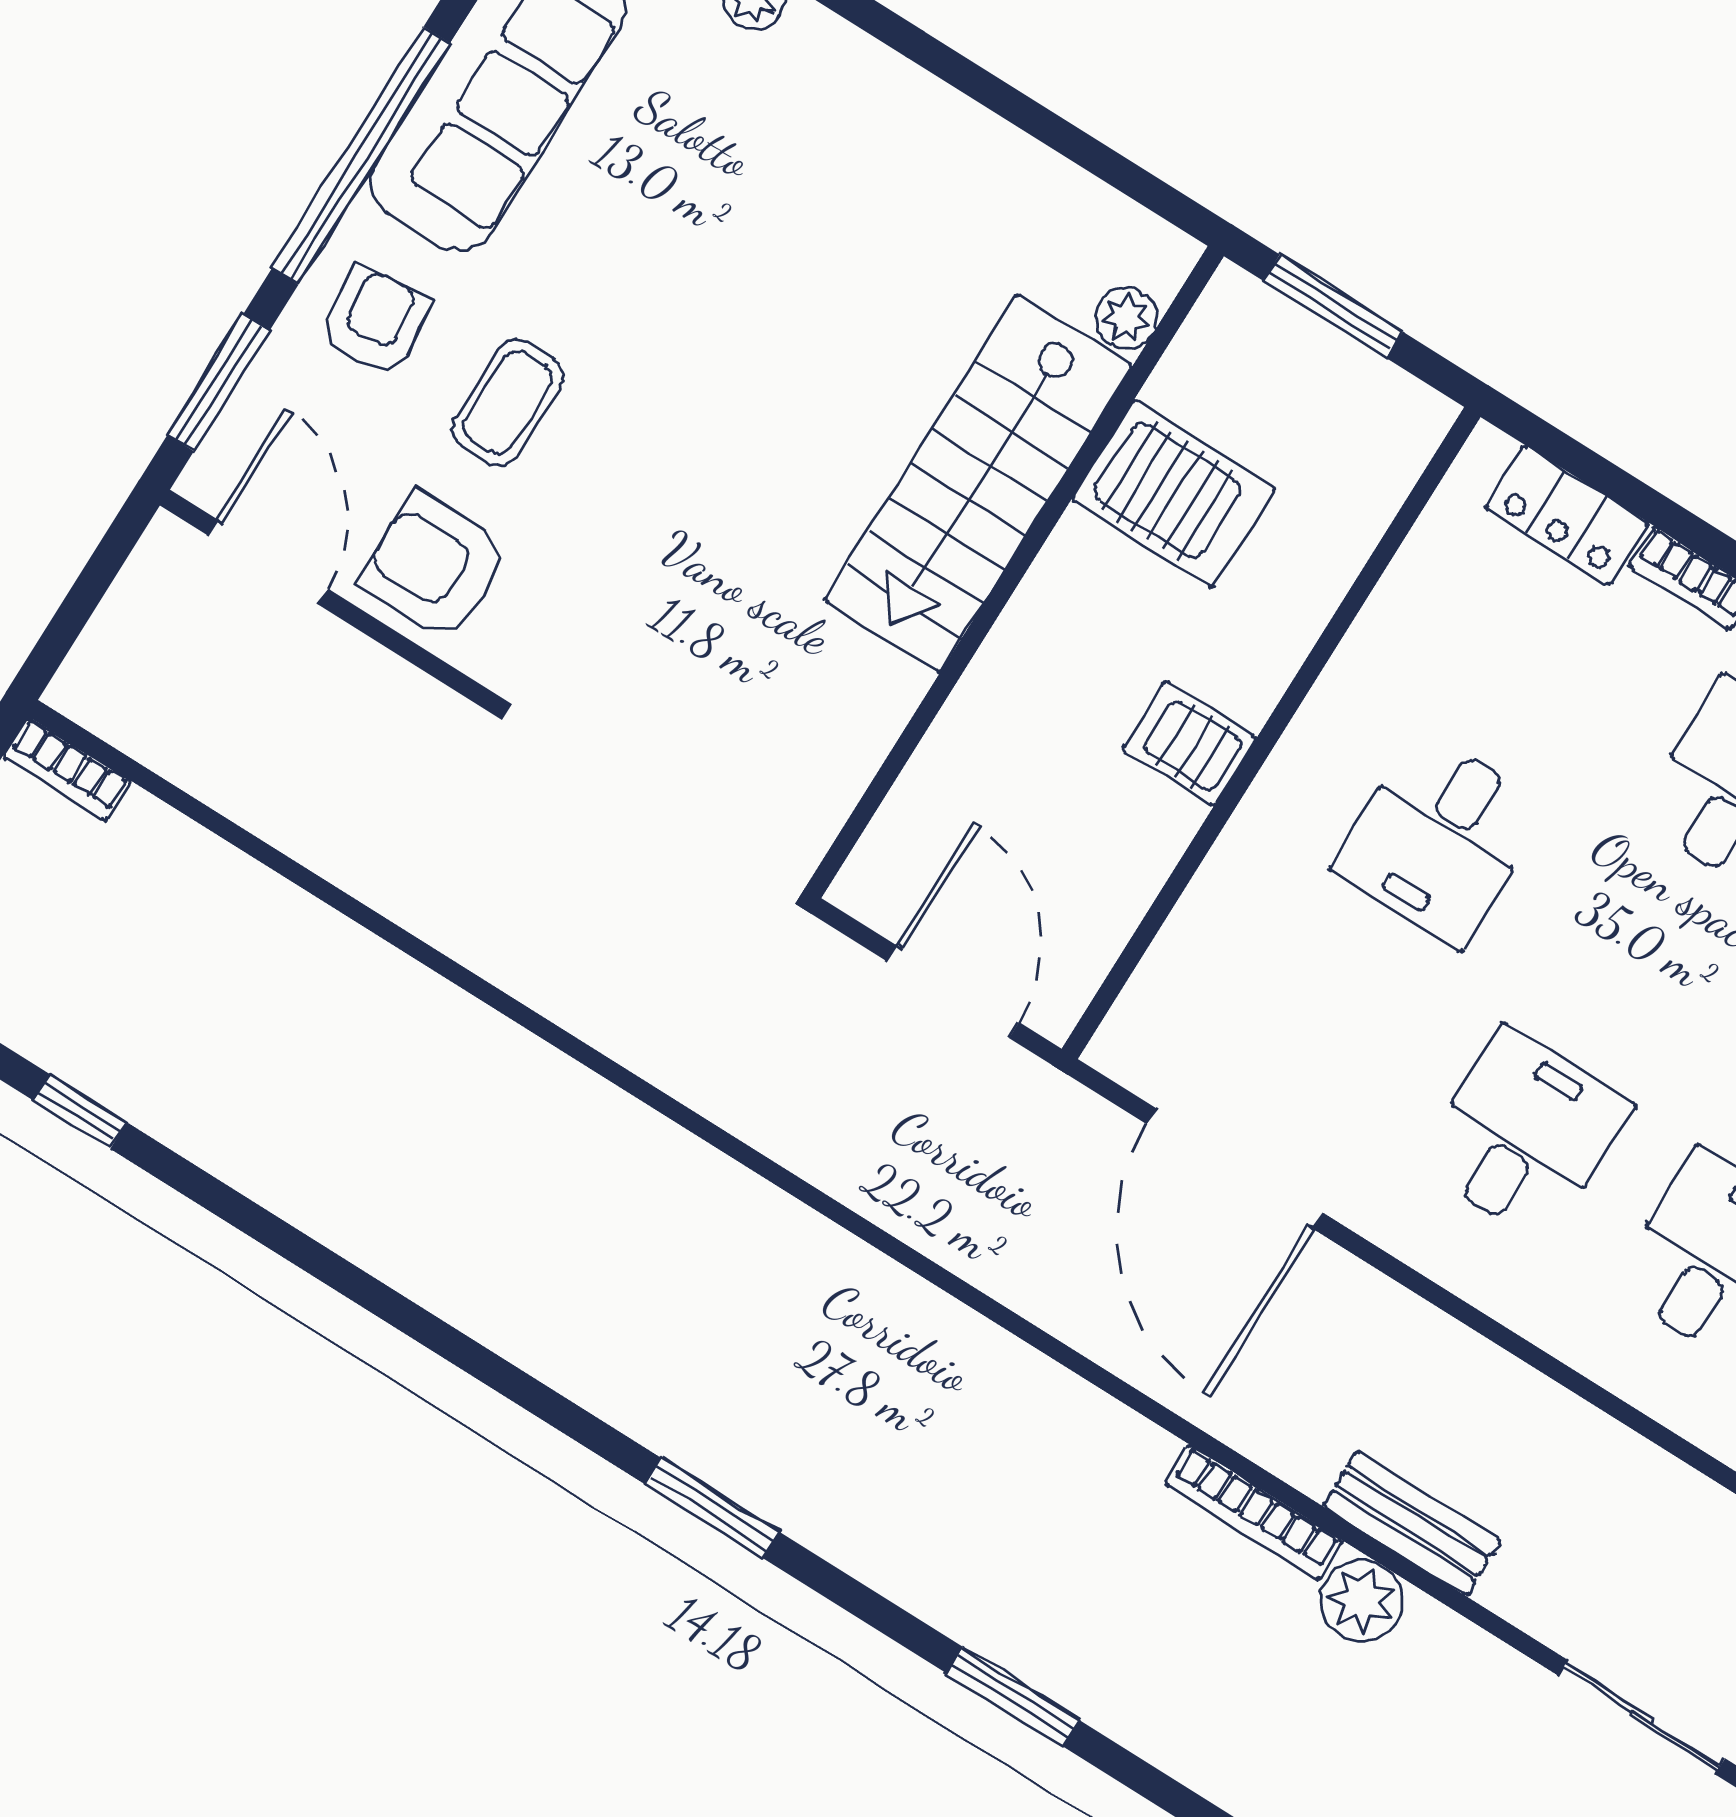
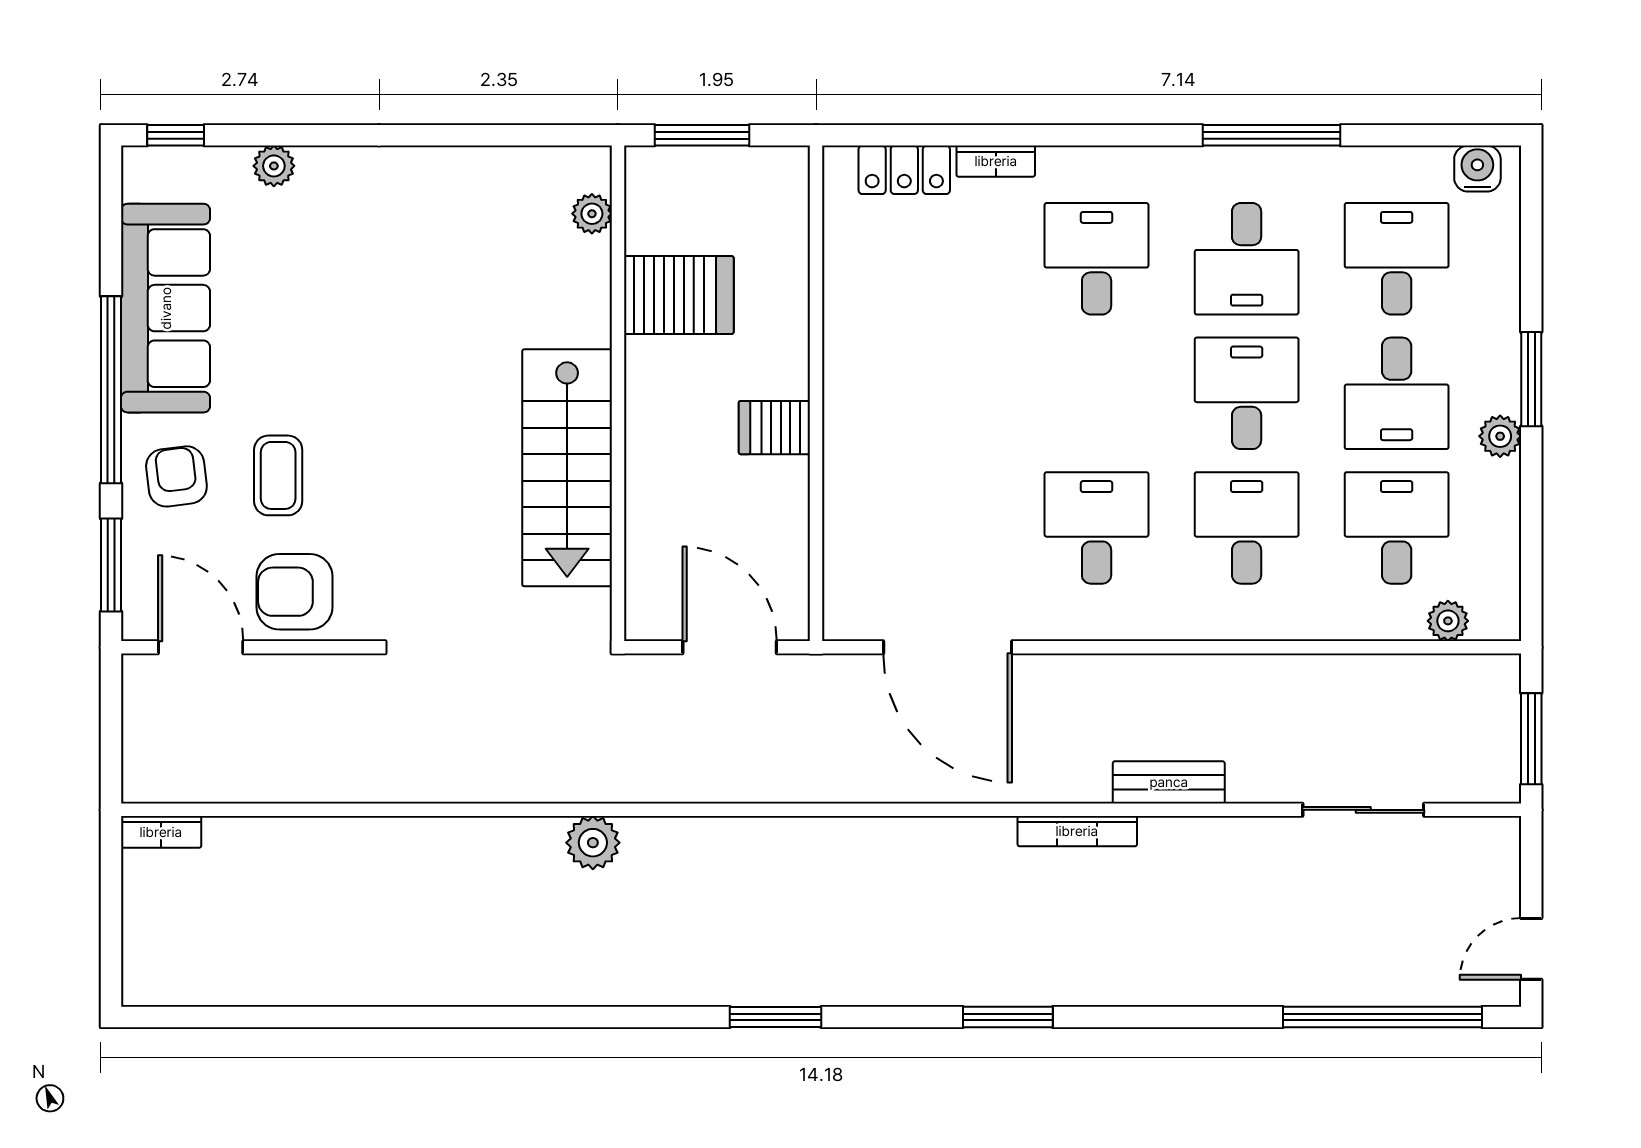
stairs: (979, 483) -> (567, 468), moved
desk: (1440, 839) -> (947, 393), removed
window: (80, 1112) -> (288, 1017), removed
plant: (1361, 1601) -> (593, 843), moved

